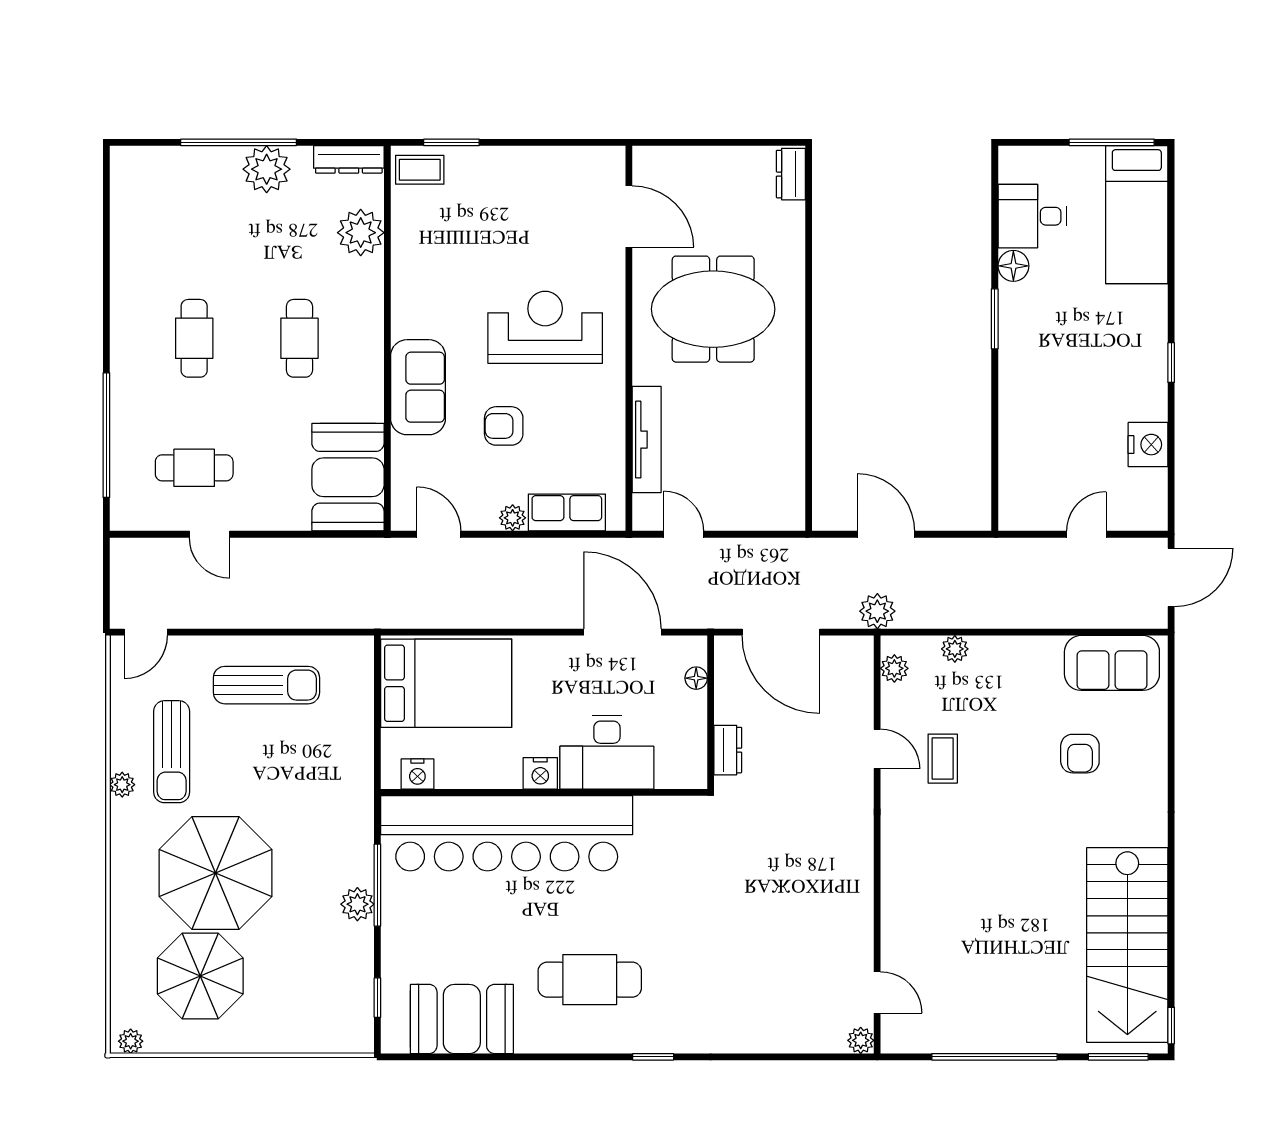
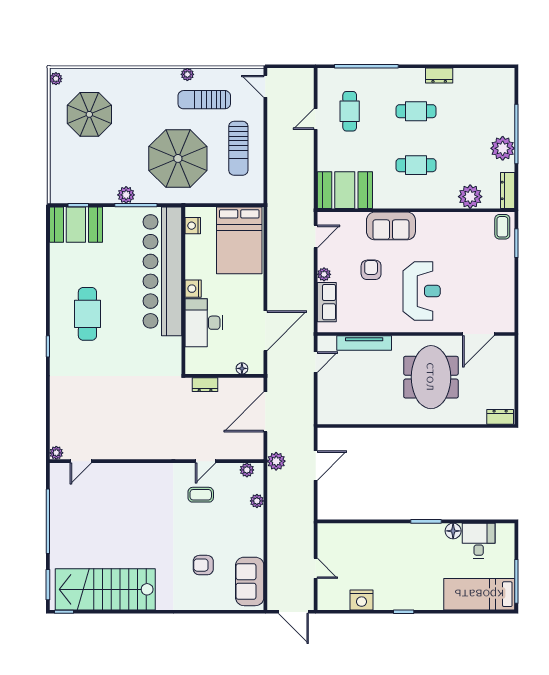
dresser: (124, 293) -> (439, 76), added
parasol: (216, 873) -> (178, 158), moved
booth: (462, 1019) -> (76, 225), moved, turned 90

